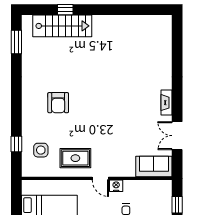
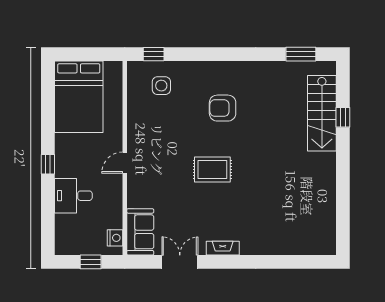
window: (16, 144) -> (154, 54), moved
rug: (75, 158) -> (212, 170), moved, turned 90
nightstand: (116, 186) -> (115, 238), moved

